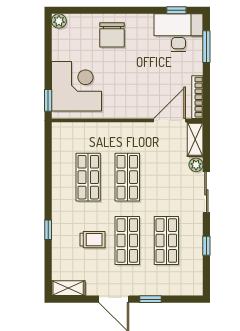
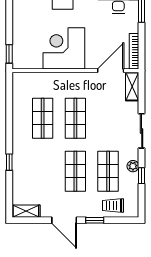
corner desk: (76, 86) -> (64, 48), moved, turned -90
plant: (196, 165) -> (133, 166), moved
trolley: (92, 240) -> (113, 205), moved, turned 180

